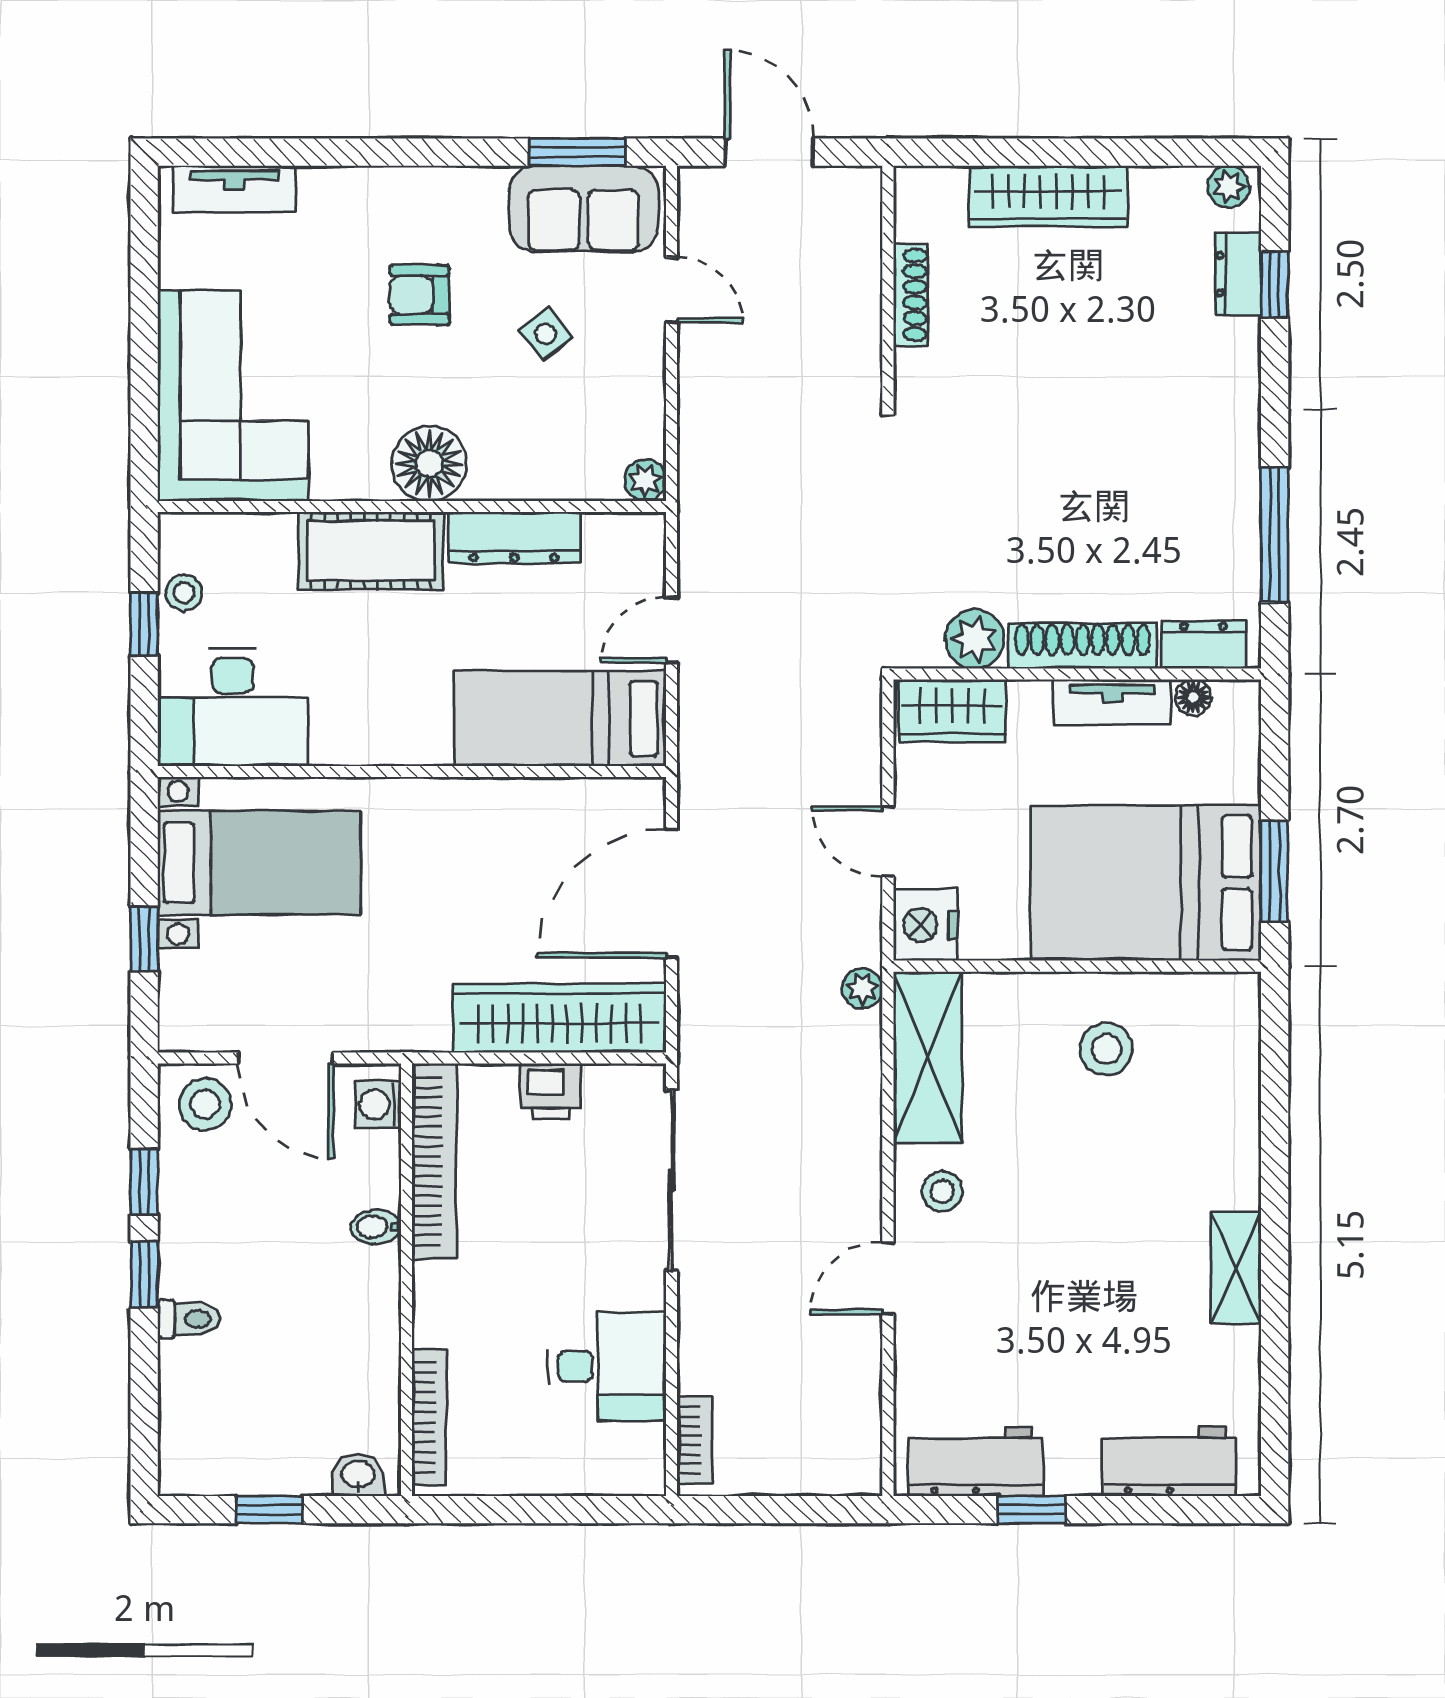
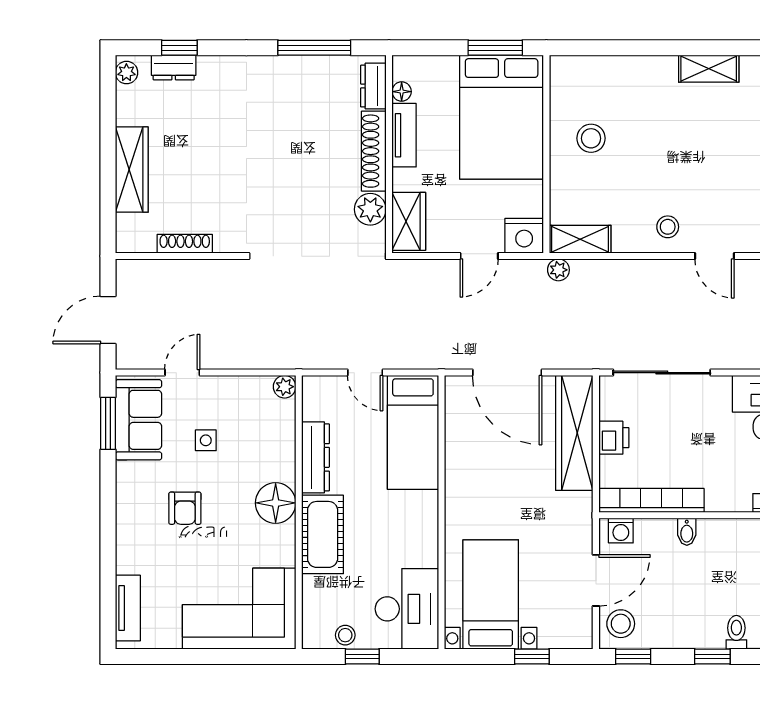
side table: (546, 334) -> (206, 440), turned 38
shelving: (928, 1057) -> (580, 239), width x0.67, depth x0.75
window: (144, 1181) -> (633, 657), moved

